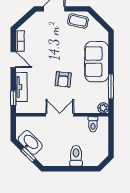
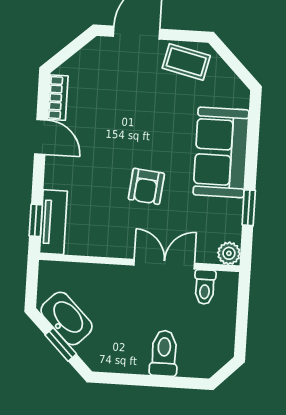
window: (111, 86) -> (249, 208), width x0.67
tv unit: (21, 87) -> (53, 222), moved
double door: (60, 115) -> (164, 264), moved

